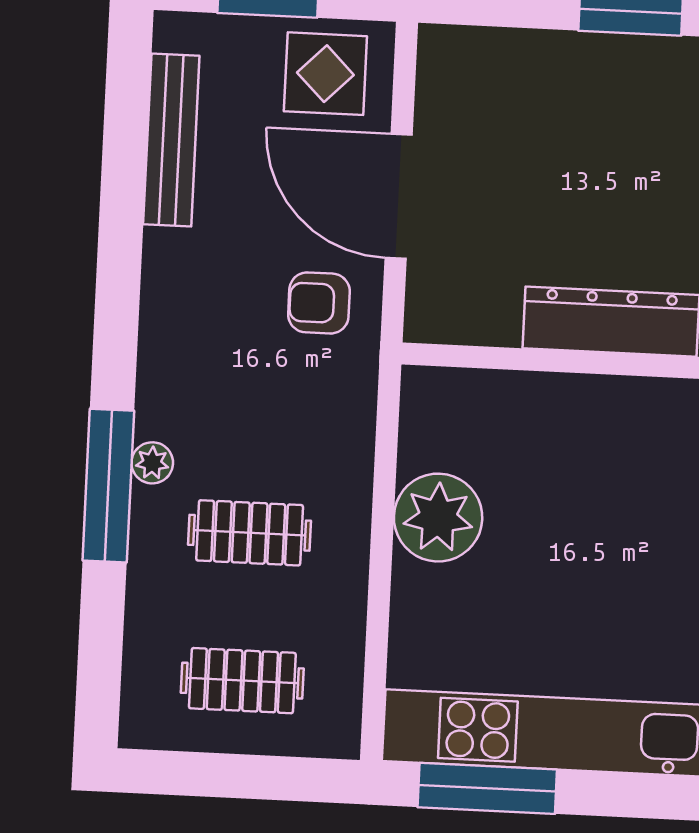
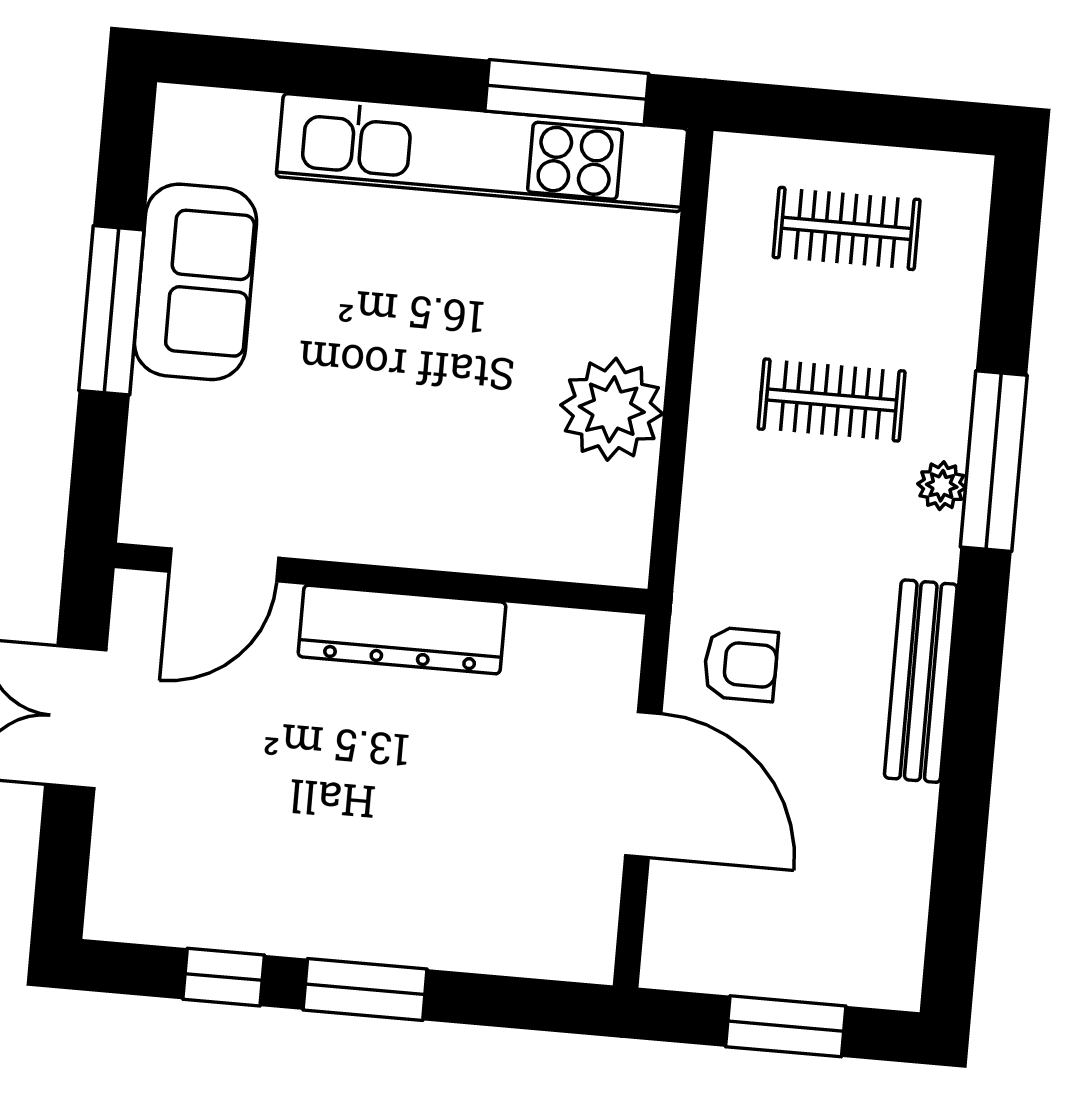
display table: (325, 74) -> (723, 930), removed
bench: (171, 140) -> (921, 681), moved

